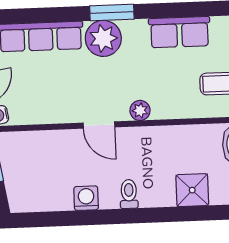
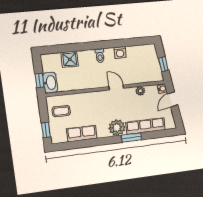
window: (112, 13) -> (132, 138), moved
plant: (140, 110) -> (140, 91), moved

